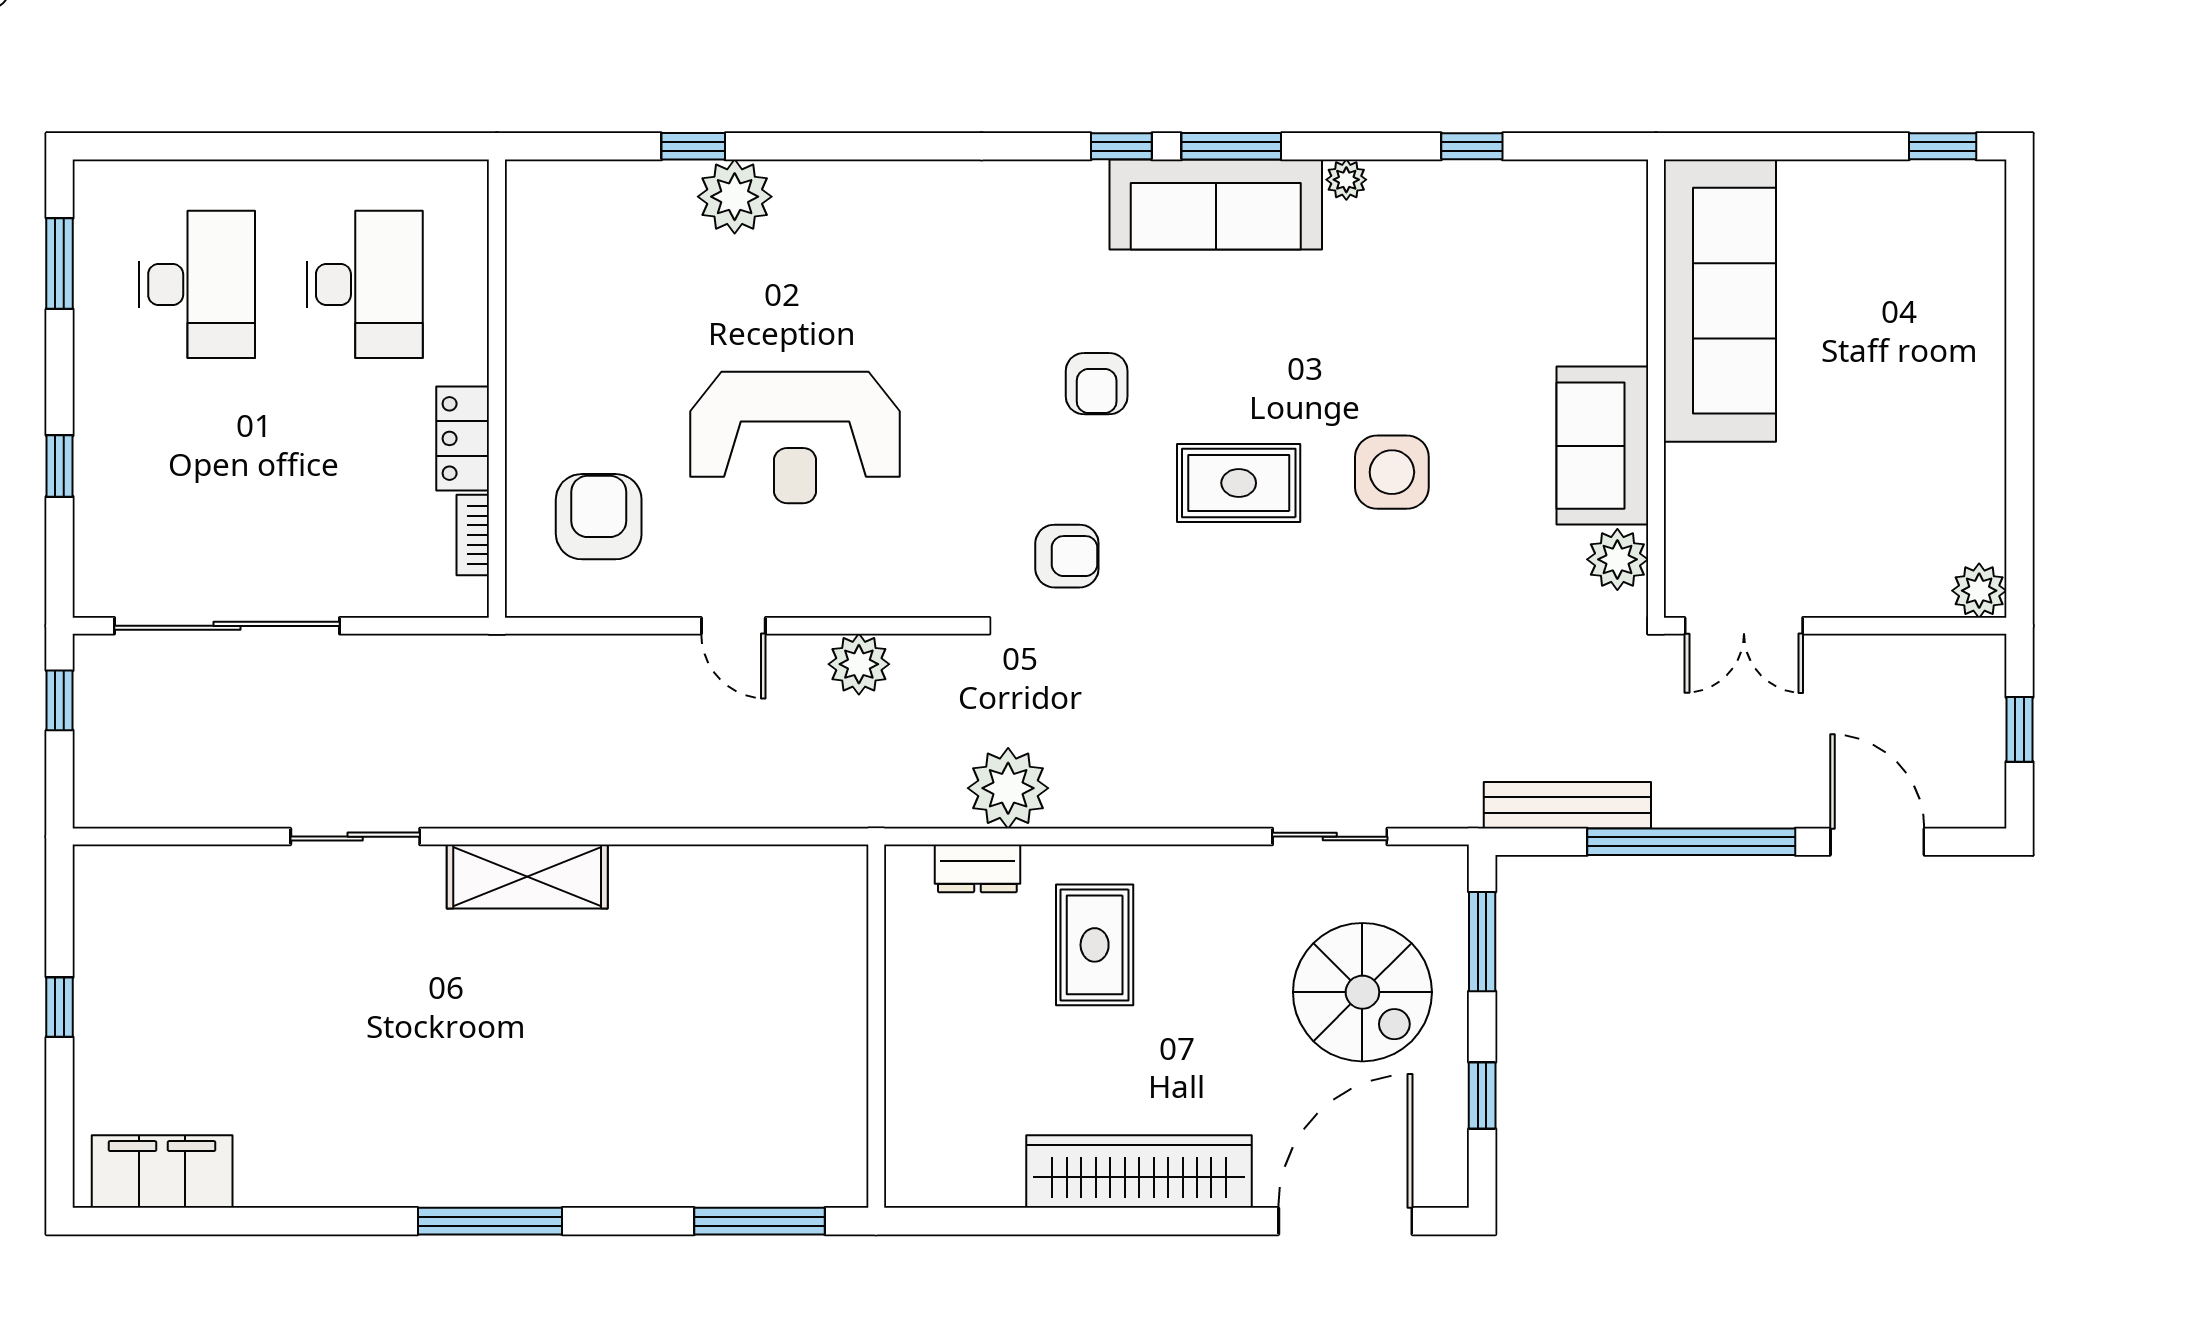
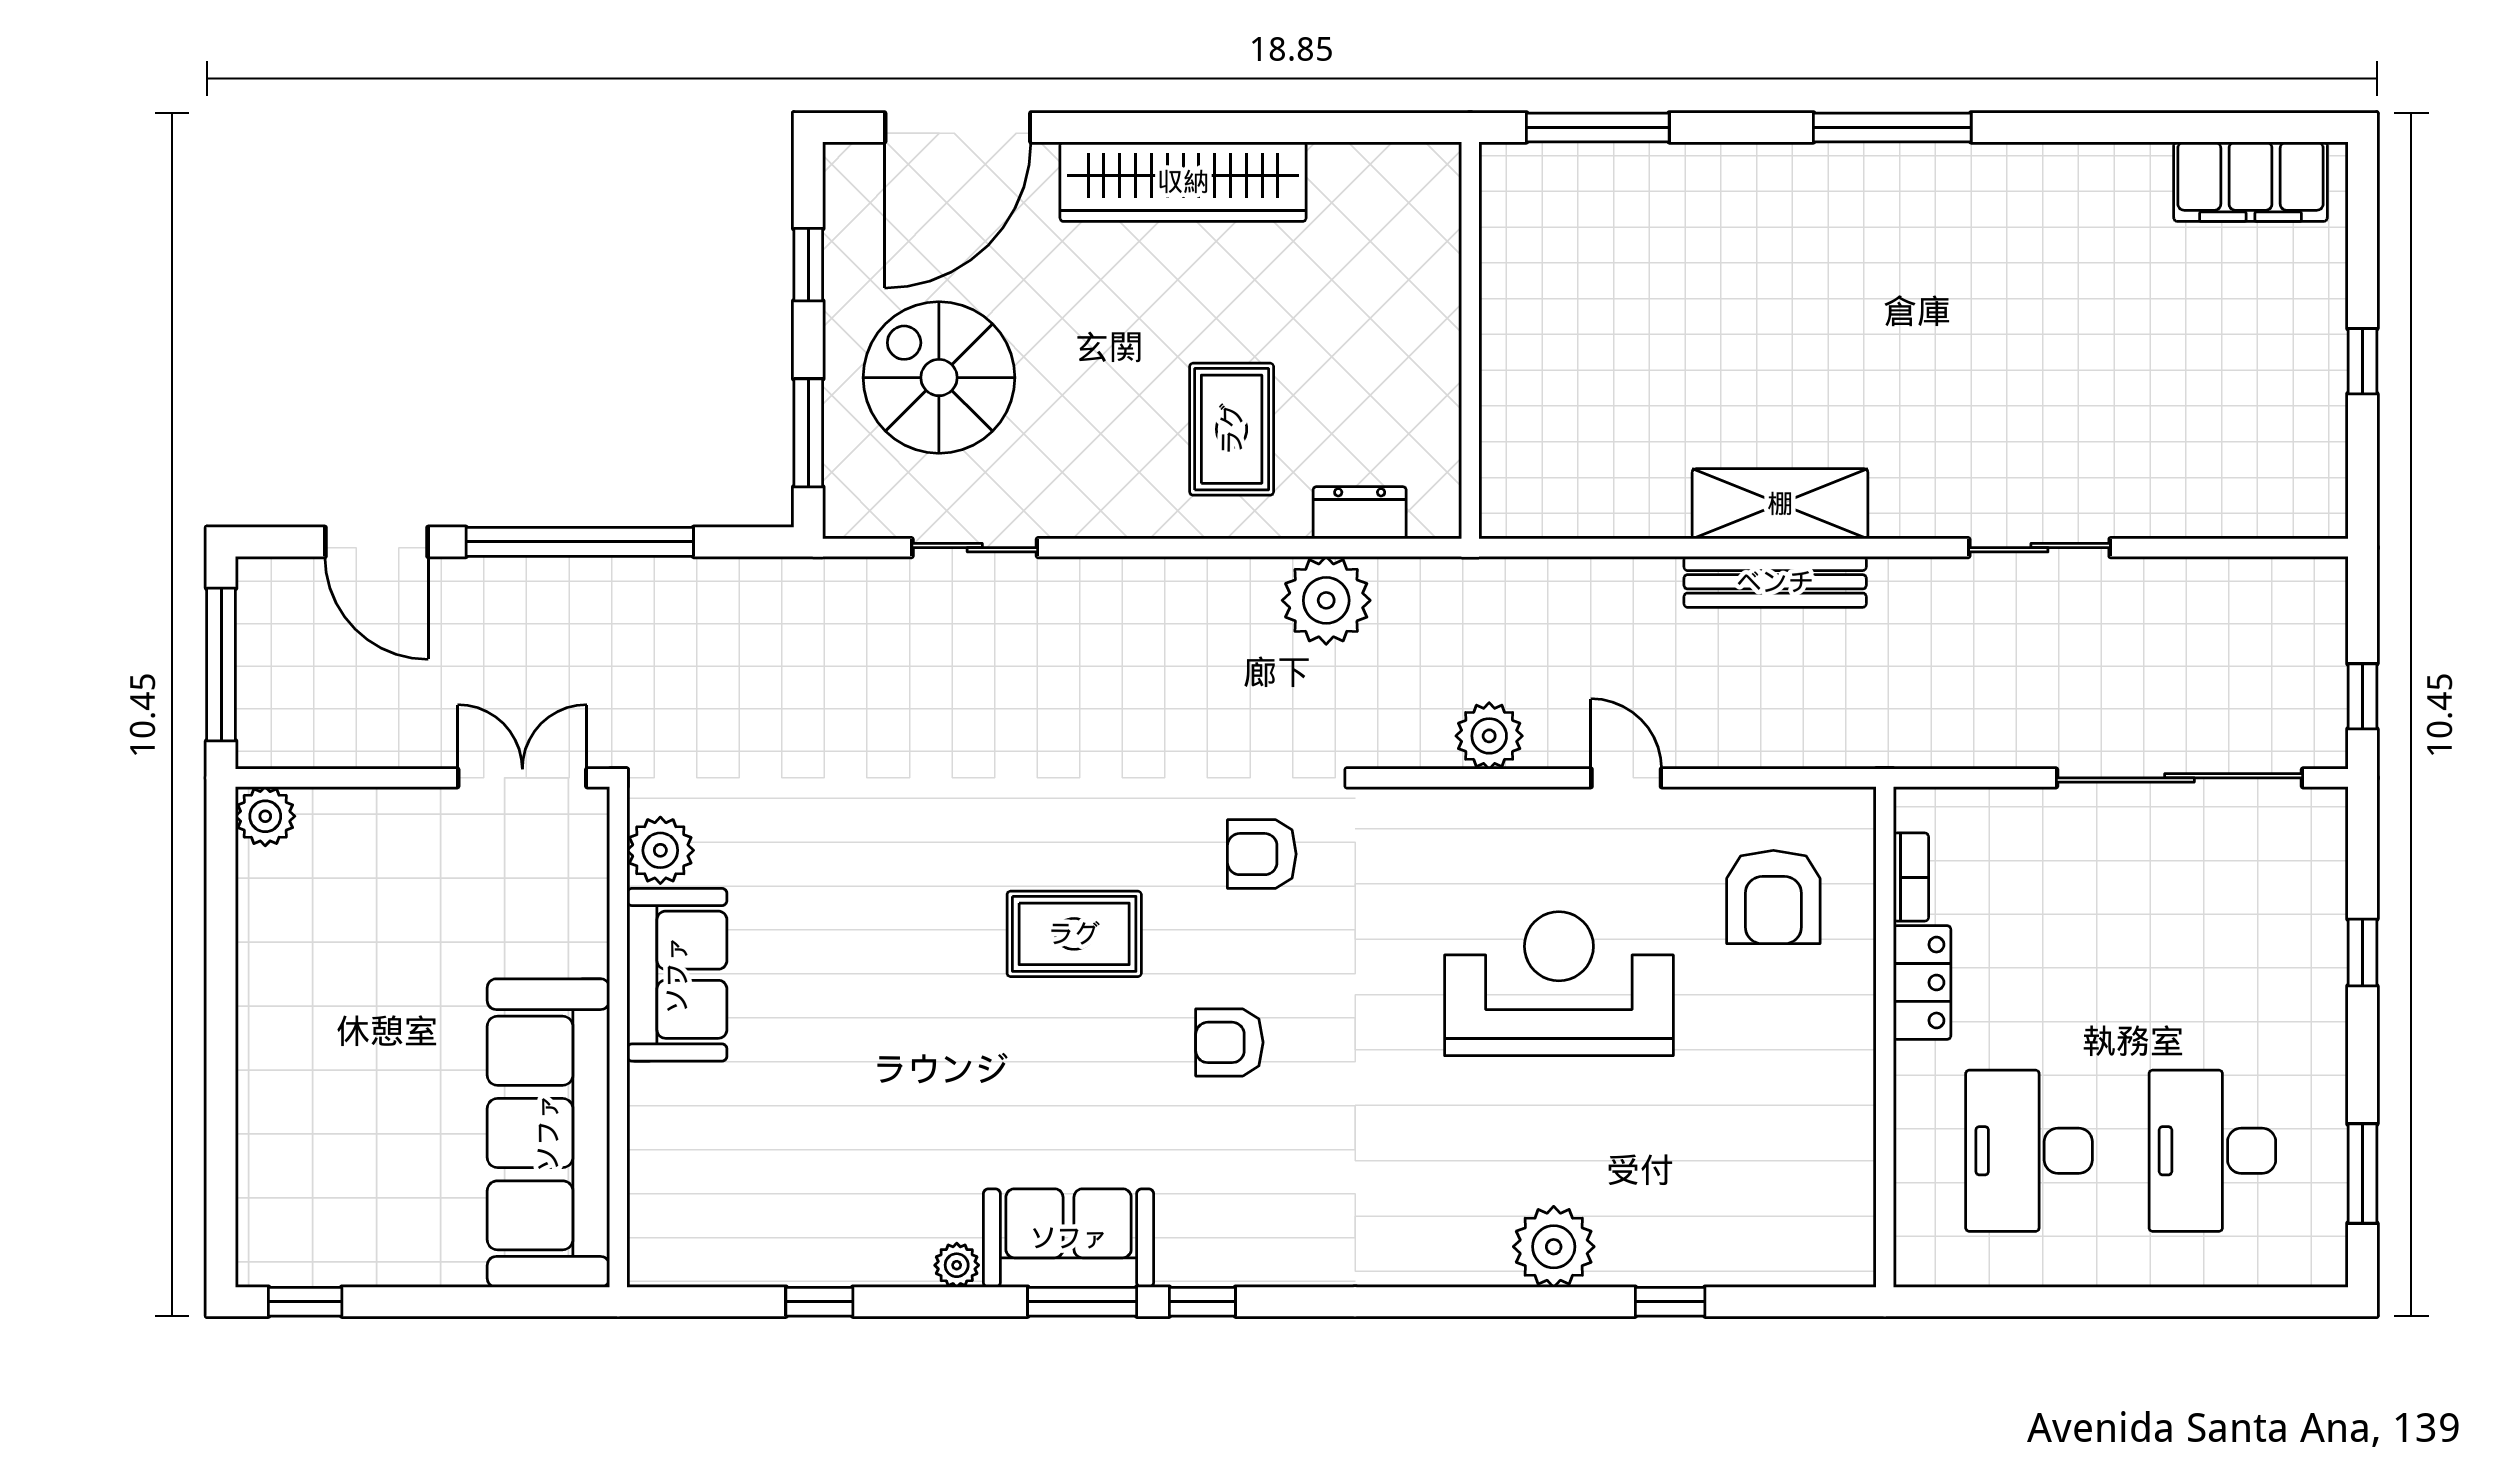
plant: (735, 197) -> (1554, 1247), moved
sofa: (1216, 205) -> (1069, 1238), width x0.73
armchair: (1097, 384) -> (1229, 1042), turned -90
side table: (1392, 472) -> (907, 946), removed
window: (2019, 729) -> (221, 665), width x2.17
bench: (1567, 805) -> (1775, 582), moved
shelving: (527, 877) -> (1780, 504), moved

